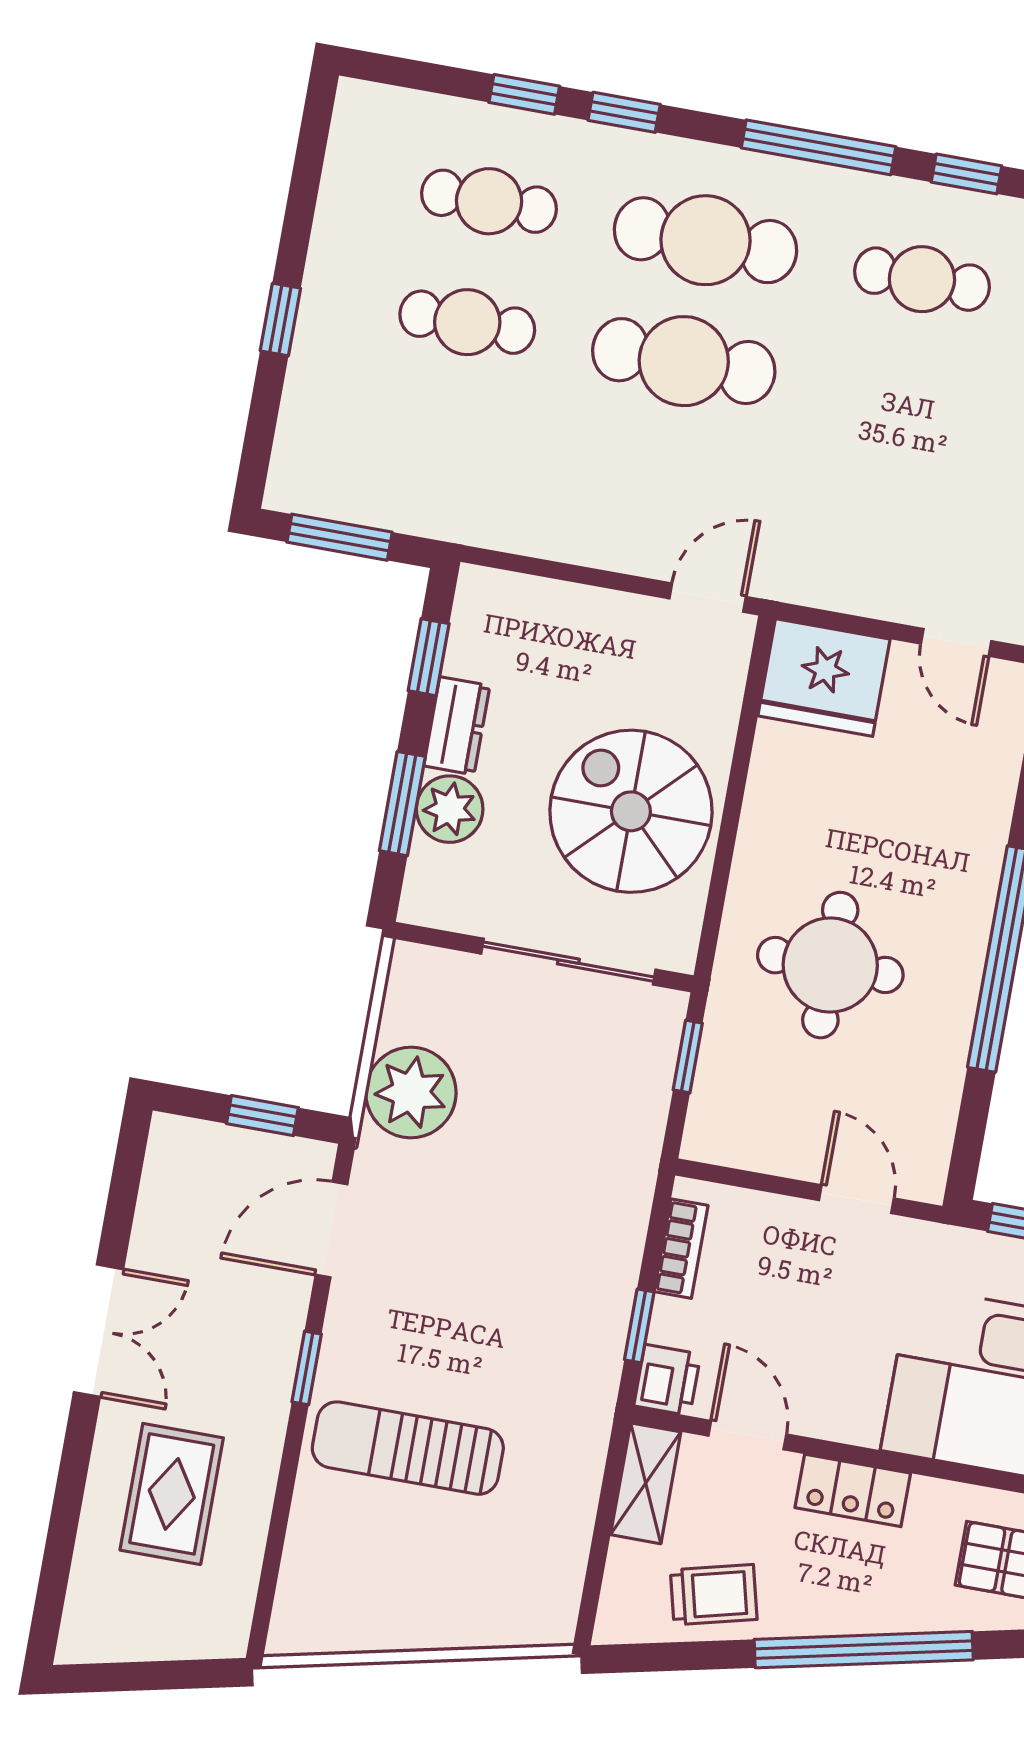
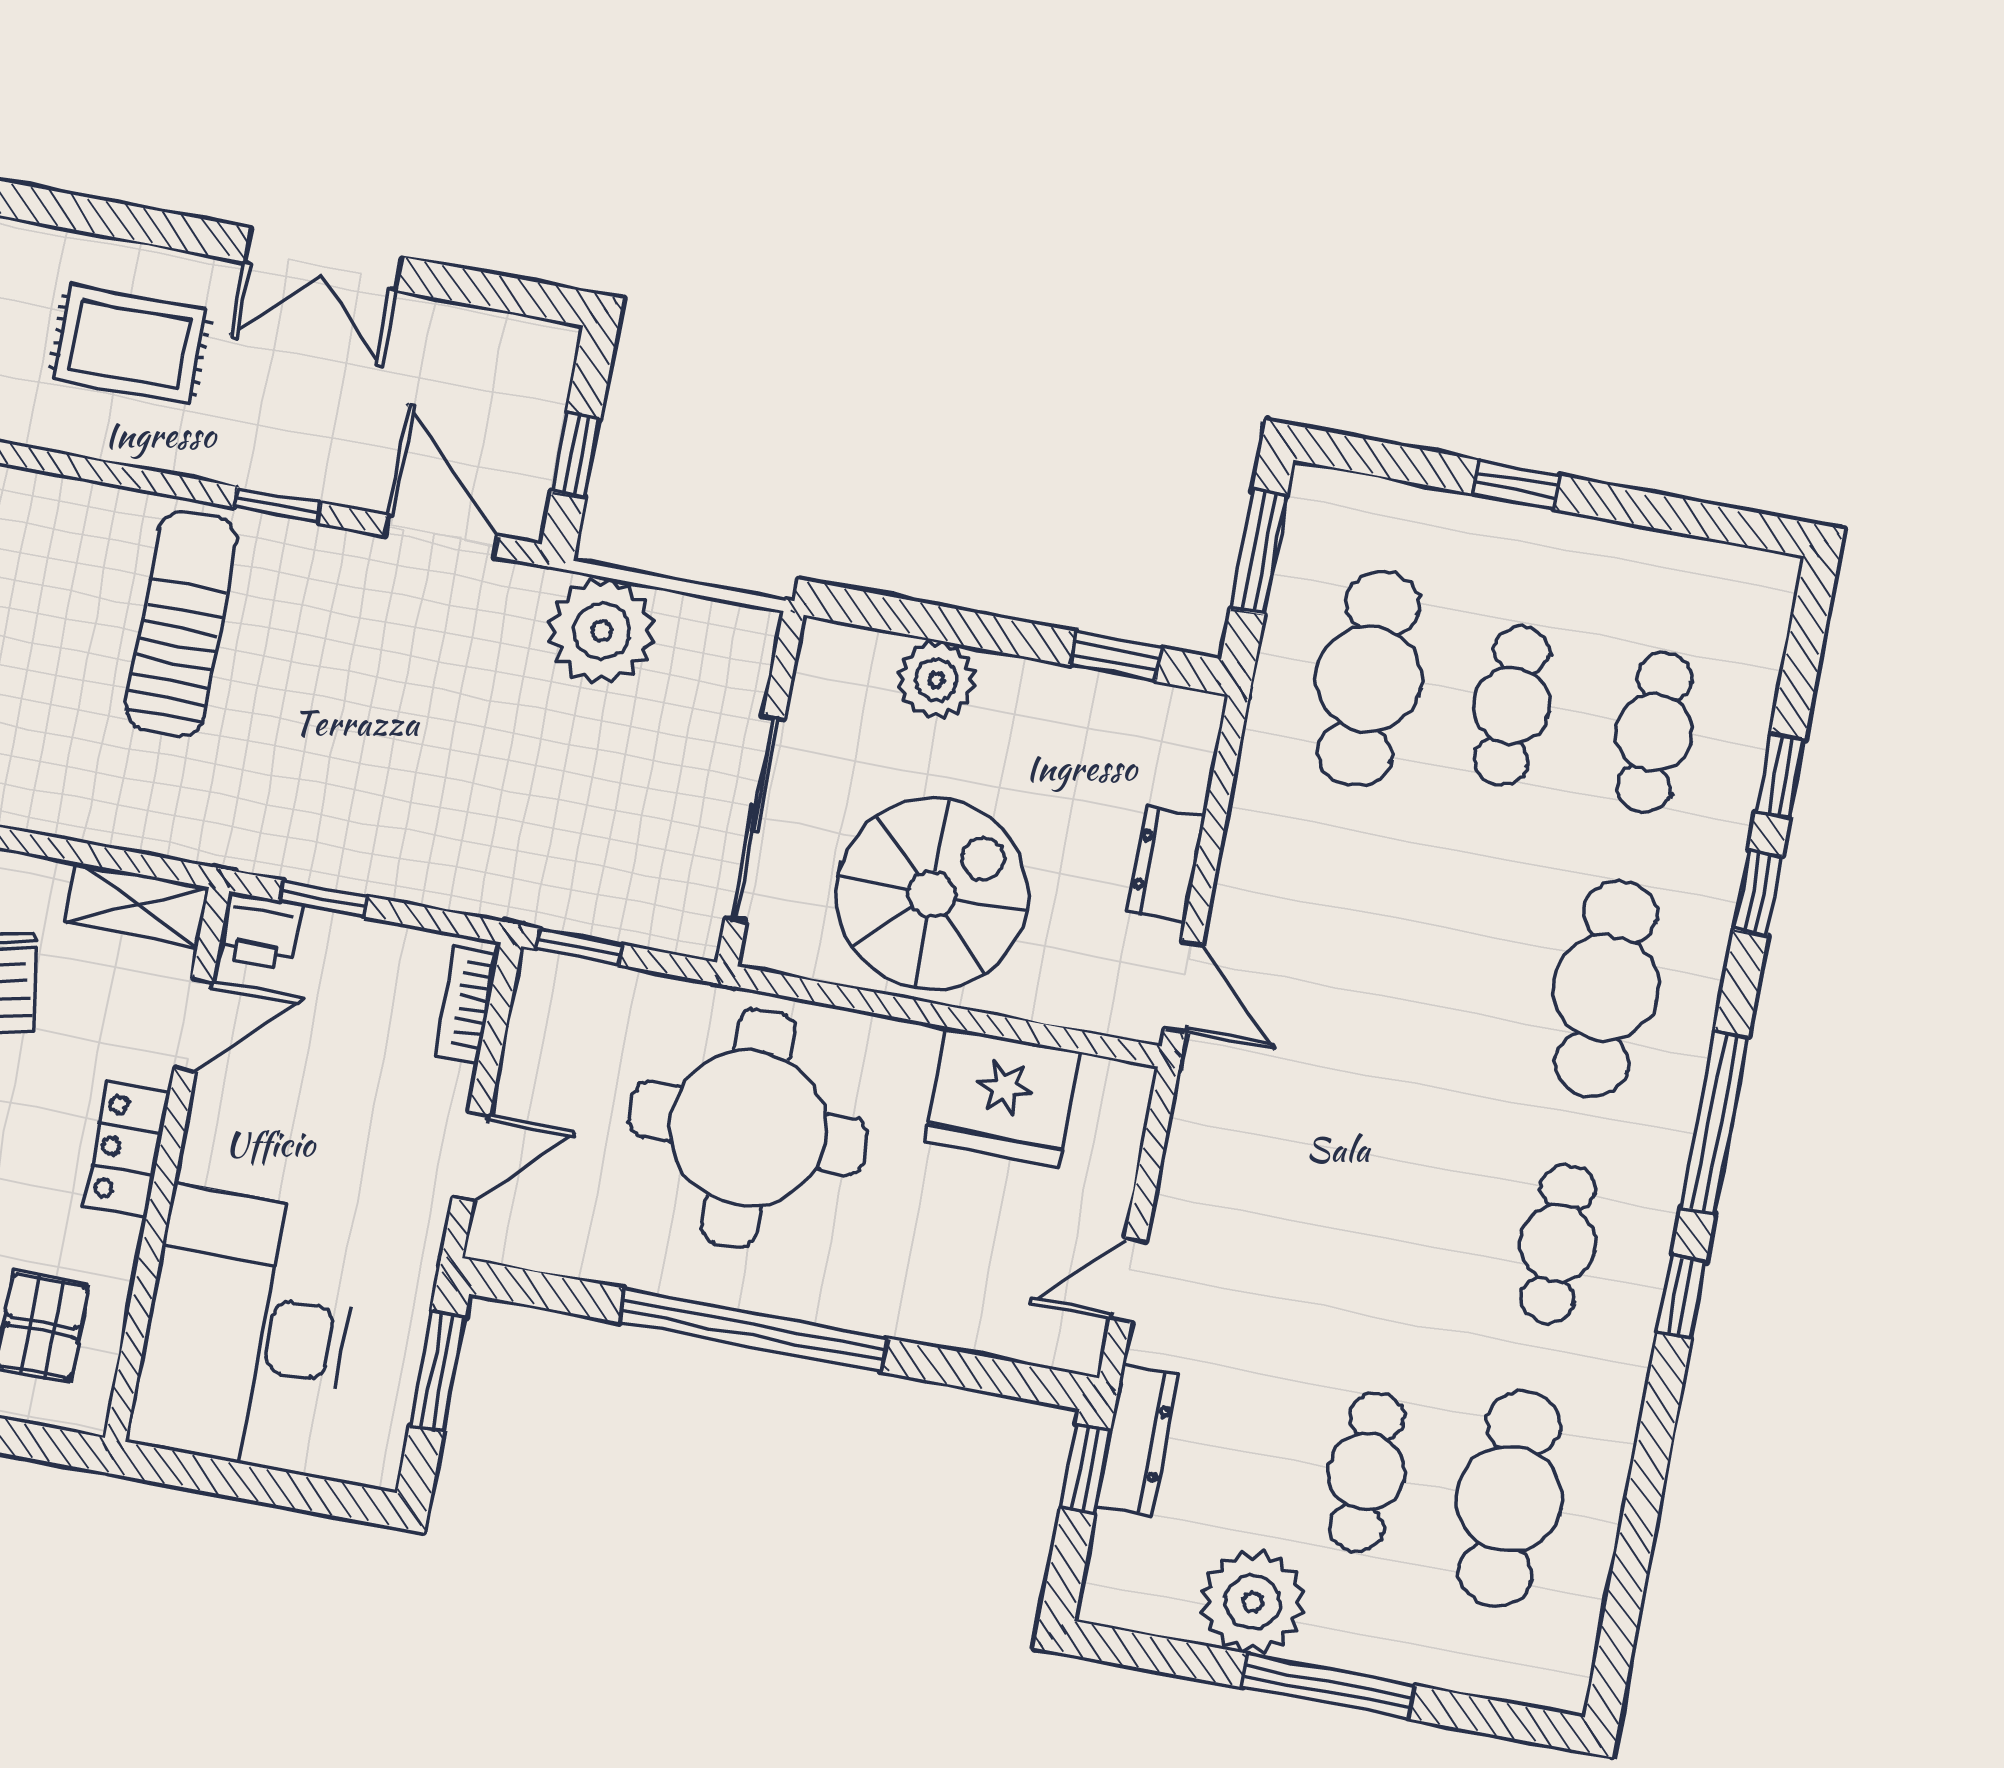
cafe table: (684, 361) -> (1369, 679), moved
fridge: (824, 677) -> (1003, 1097), moved, turned -90
dresser: (457, 726) -> (1166, 864), moved, turned 90
window: (402, 804) -> (943, 624), removed
round table: (830, 965) -> (748, 1128), width x1.36, depth x1.36
window: (688, 1057) -> (580, 947), moved
bookcase: (681, 1249) -> (467, 1004), moved, turned 90

